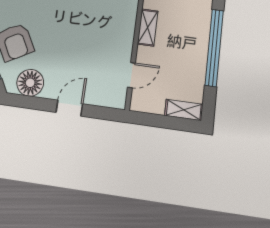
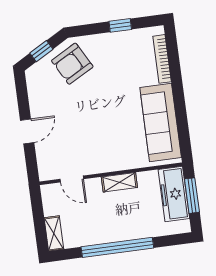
floor lamp: (30, 83) -> (40, 89), removed
door: (69, 108) -> (27, 131), hinge flipped

